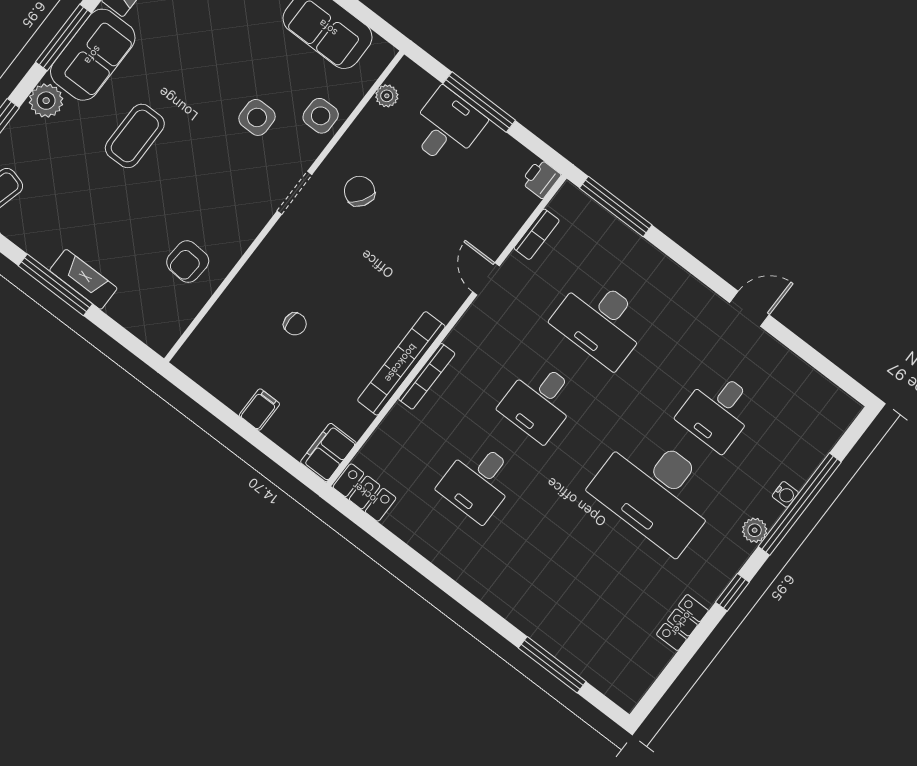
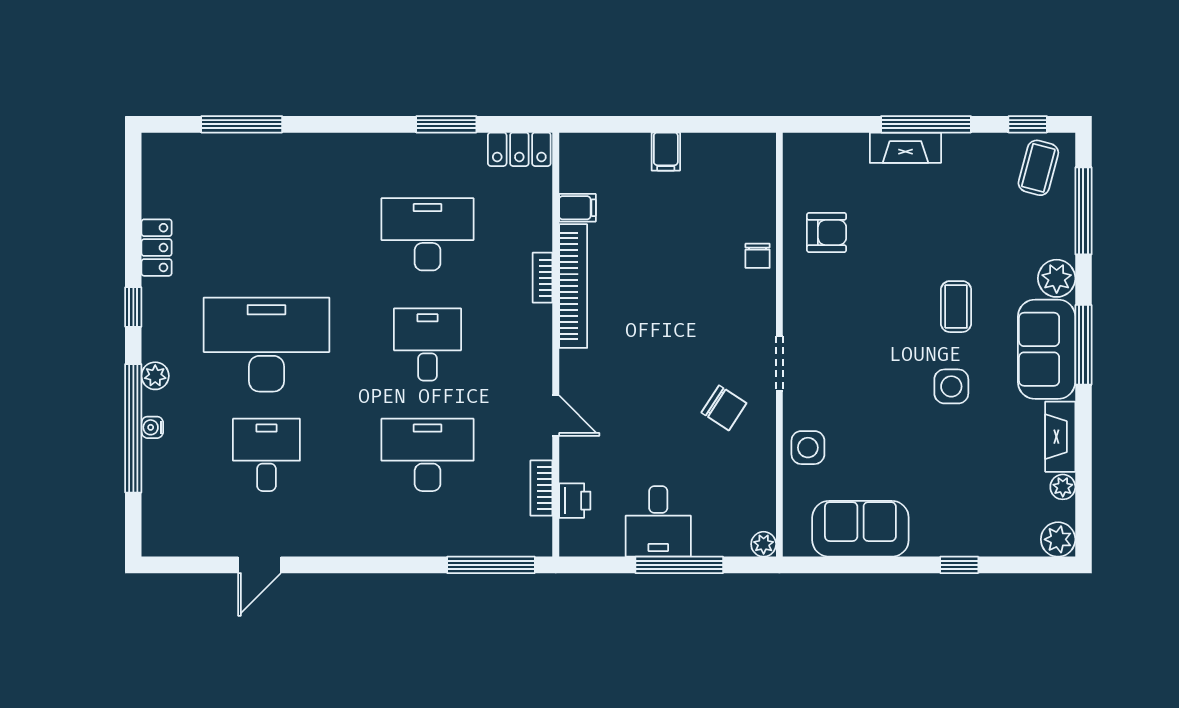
plant: (387, 96) -> (764, 544), moved
side table: (257, 117) -> (951, 386), moved
desk: (446, 127) -> (658, 521), moved
coffee table: (135, 136) -> (956, 307), width x0.73, depth x0.77
printer: (541, 179) -> (575, 501), moved
armchair: (188, 262) -> (827, 232), turned 86
door: (749, 309) -> (259, 565), moved
chair: (295, 324) -> (758, 256), moved, turned -90
bookcase: (427, 376) -> (543, 278), width x0.64
filing cabinet: (328, 452) -> (577, 208), moved, width x0.50
desk: (478, 482) -> (428, 234), width x1.37
window: (404, 551) -> (446, 124), added

